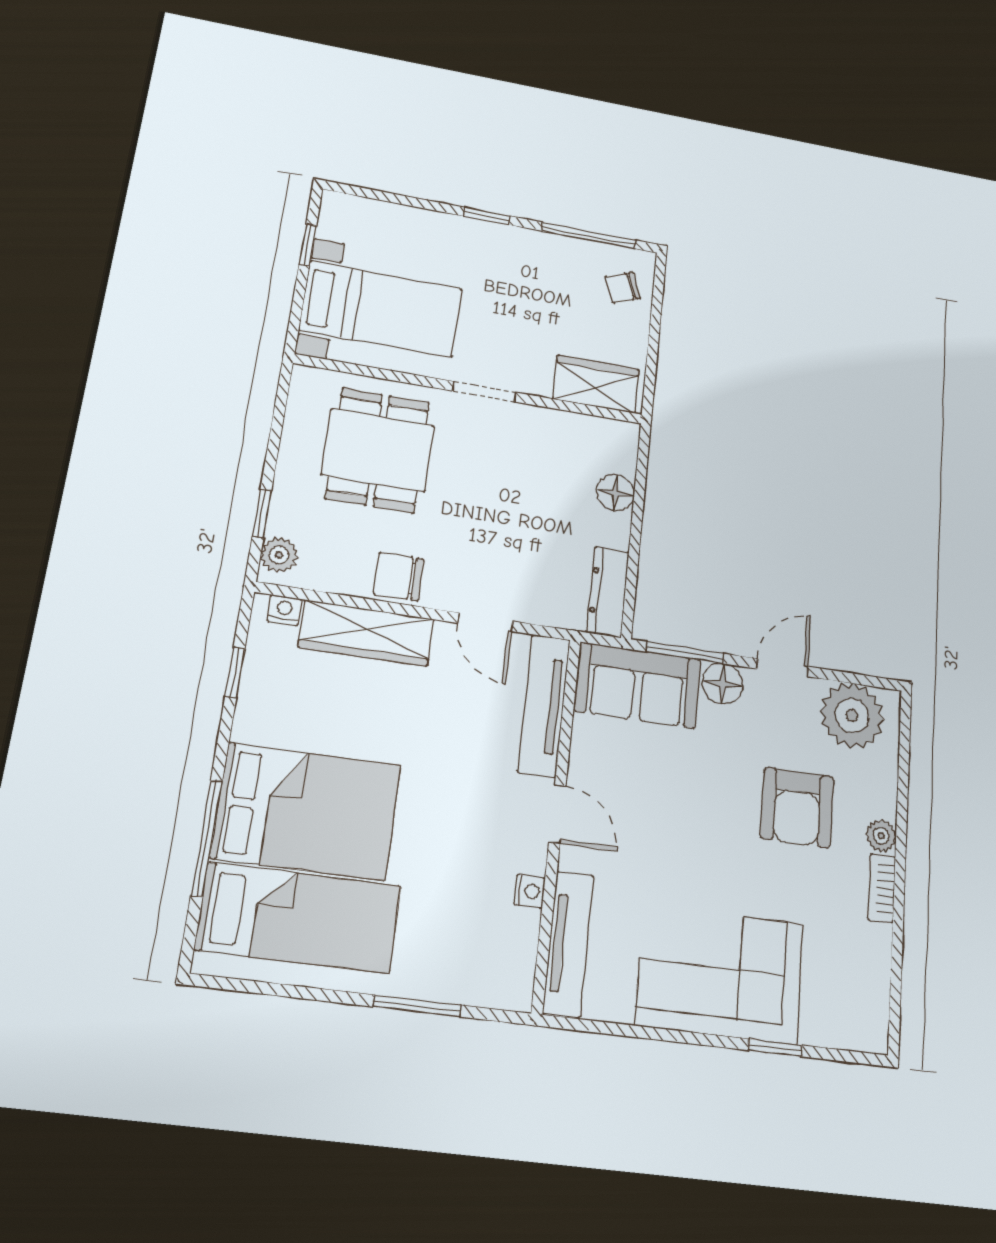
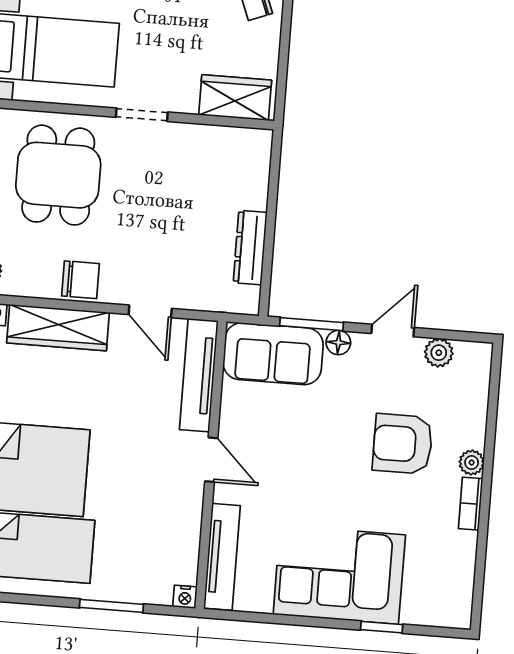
floor lamp: (615, 493) -> (253, 193), removed
chair: (399, 577) -> (81, 280), turned 180
dresser: (608, 592) -> (250, 248), moved
floor lamp: (723, 684) -> (338, 343), width x0.73, depth x0.73
plant: (852, 715) -> (439, 353), width x0.53, depth x0.53
armchair: (797, 808) -> (403, 444), turned 90
nightstand: (530, 891) -> (185, 597), moved, turned 90

